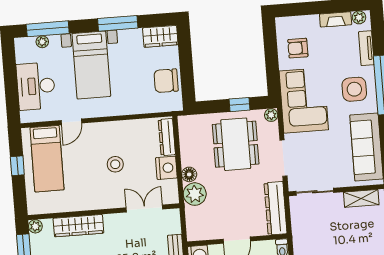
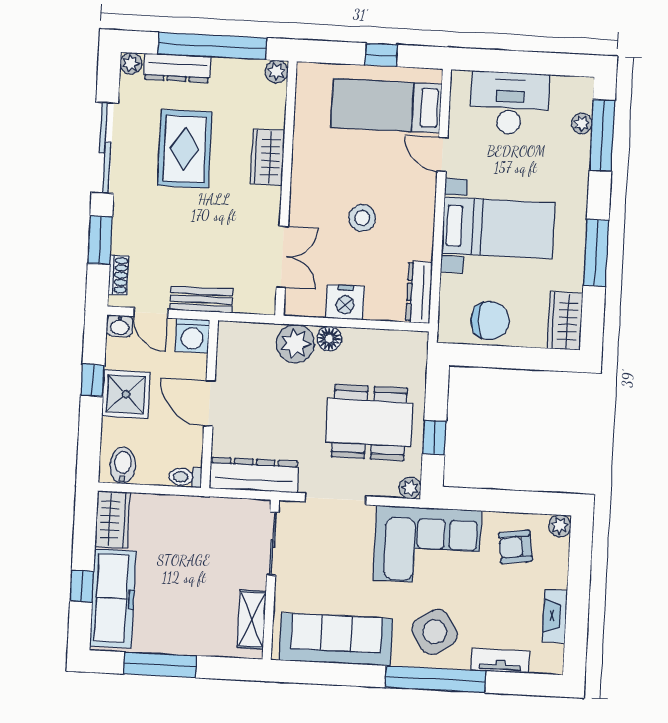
plant: (359, 17) -> (560, 526), moved
armchair: (298, 48) -> (515, 547), turned -98
bed with nightstands: (91, 65) -> (498, 228), moved, turned 180
chair: (166, 81) -> (490, 321), turned 90
side table: (354, 89) -> (435, 632), turned -33
dresser: (167, 137) -> (419, 292), moved, turned -90
wardrobe: (78, 226) -> (268, 157), width x0.67

